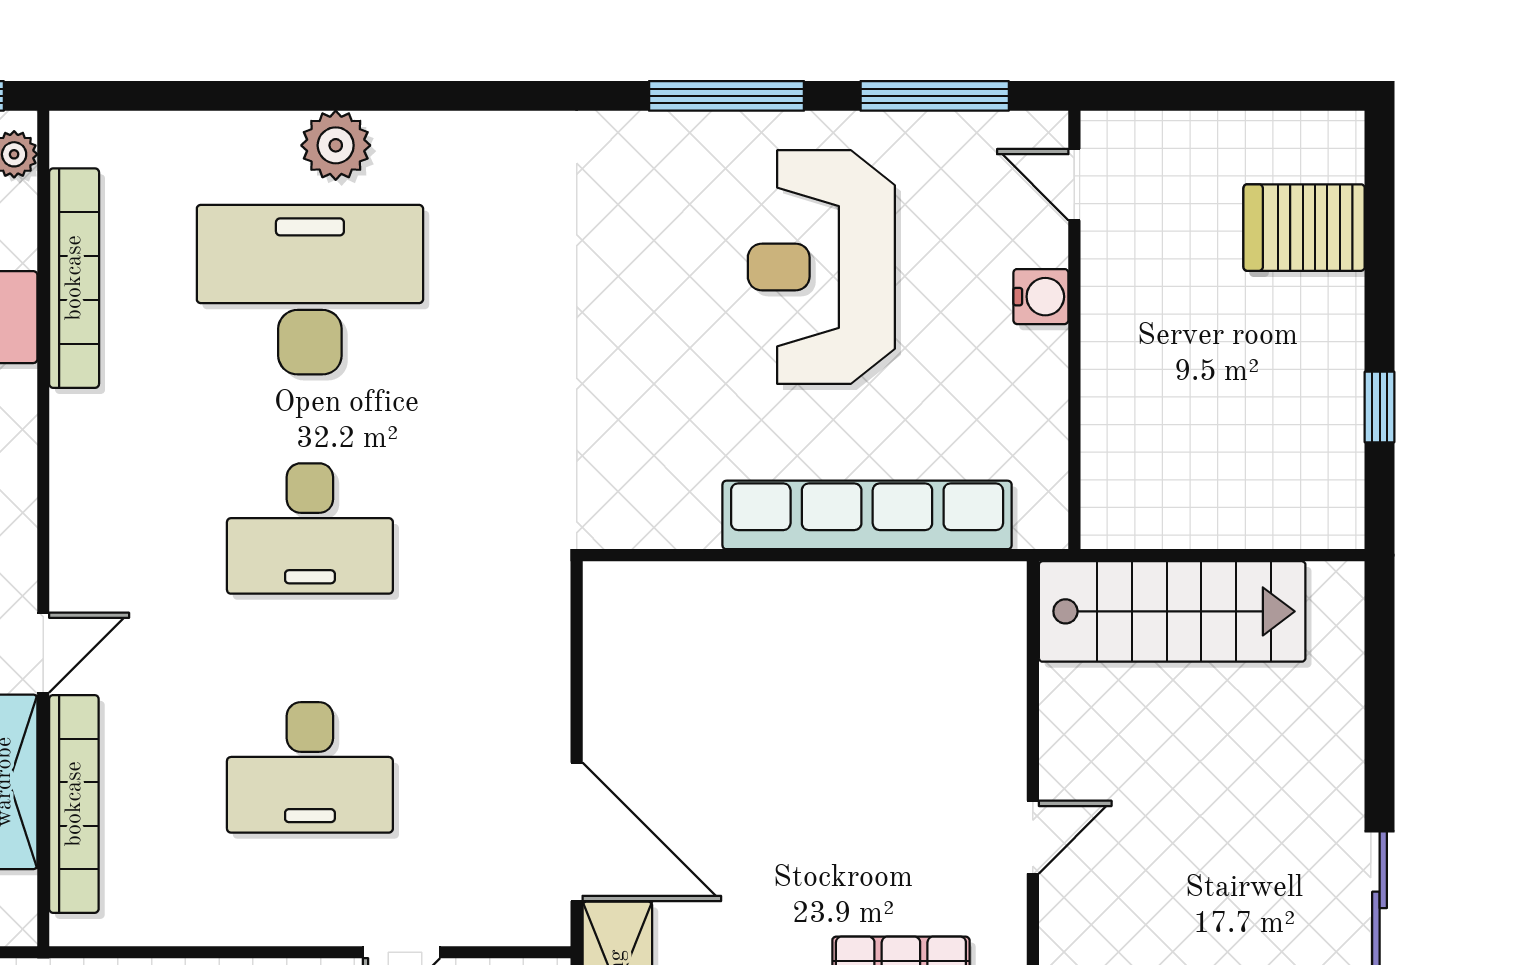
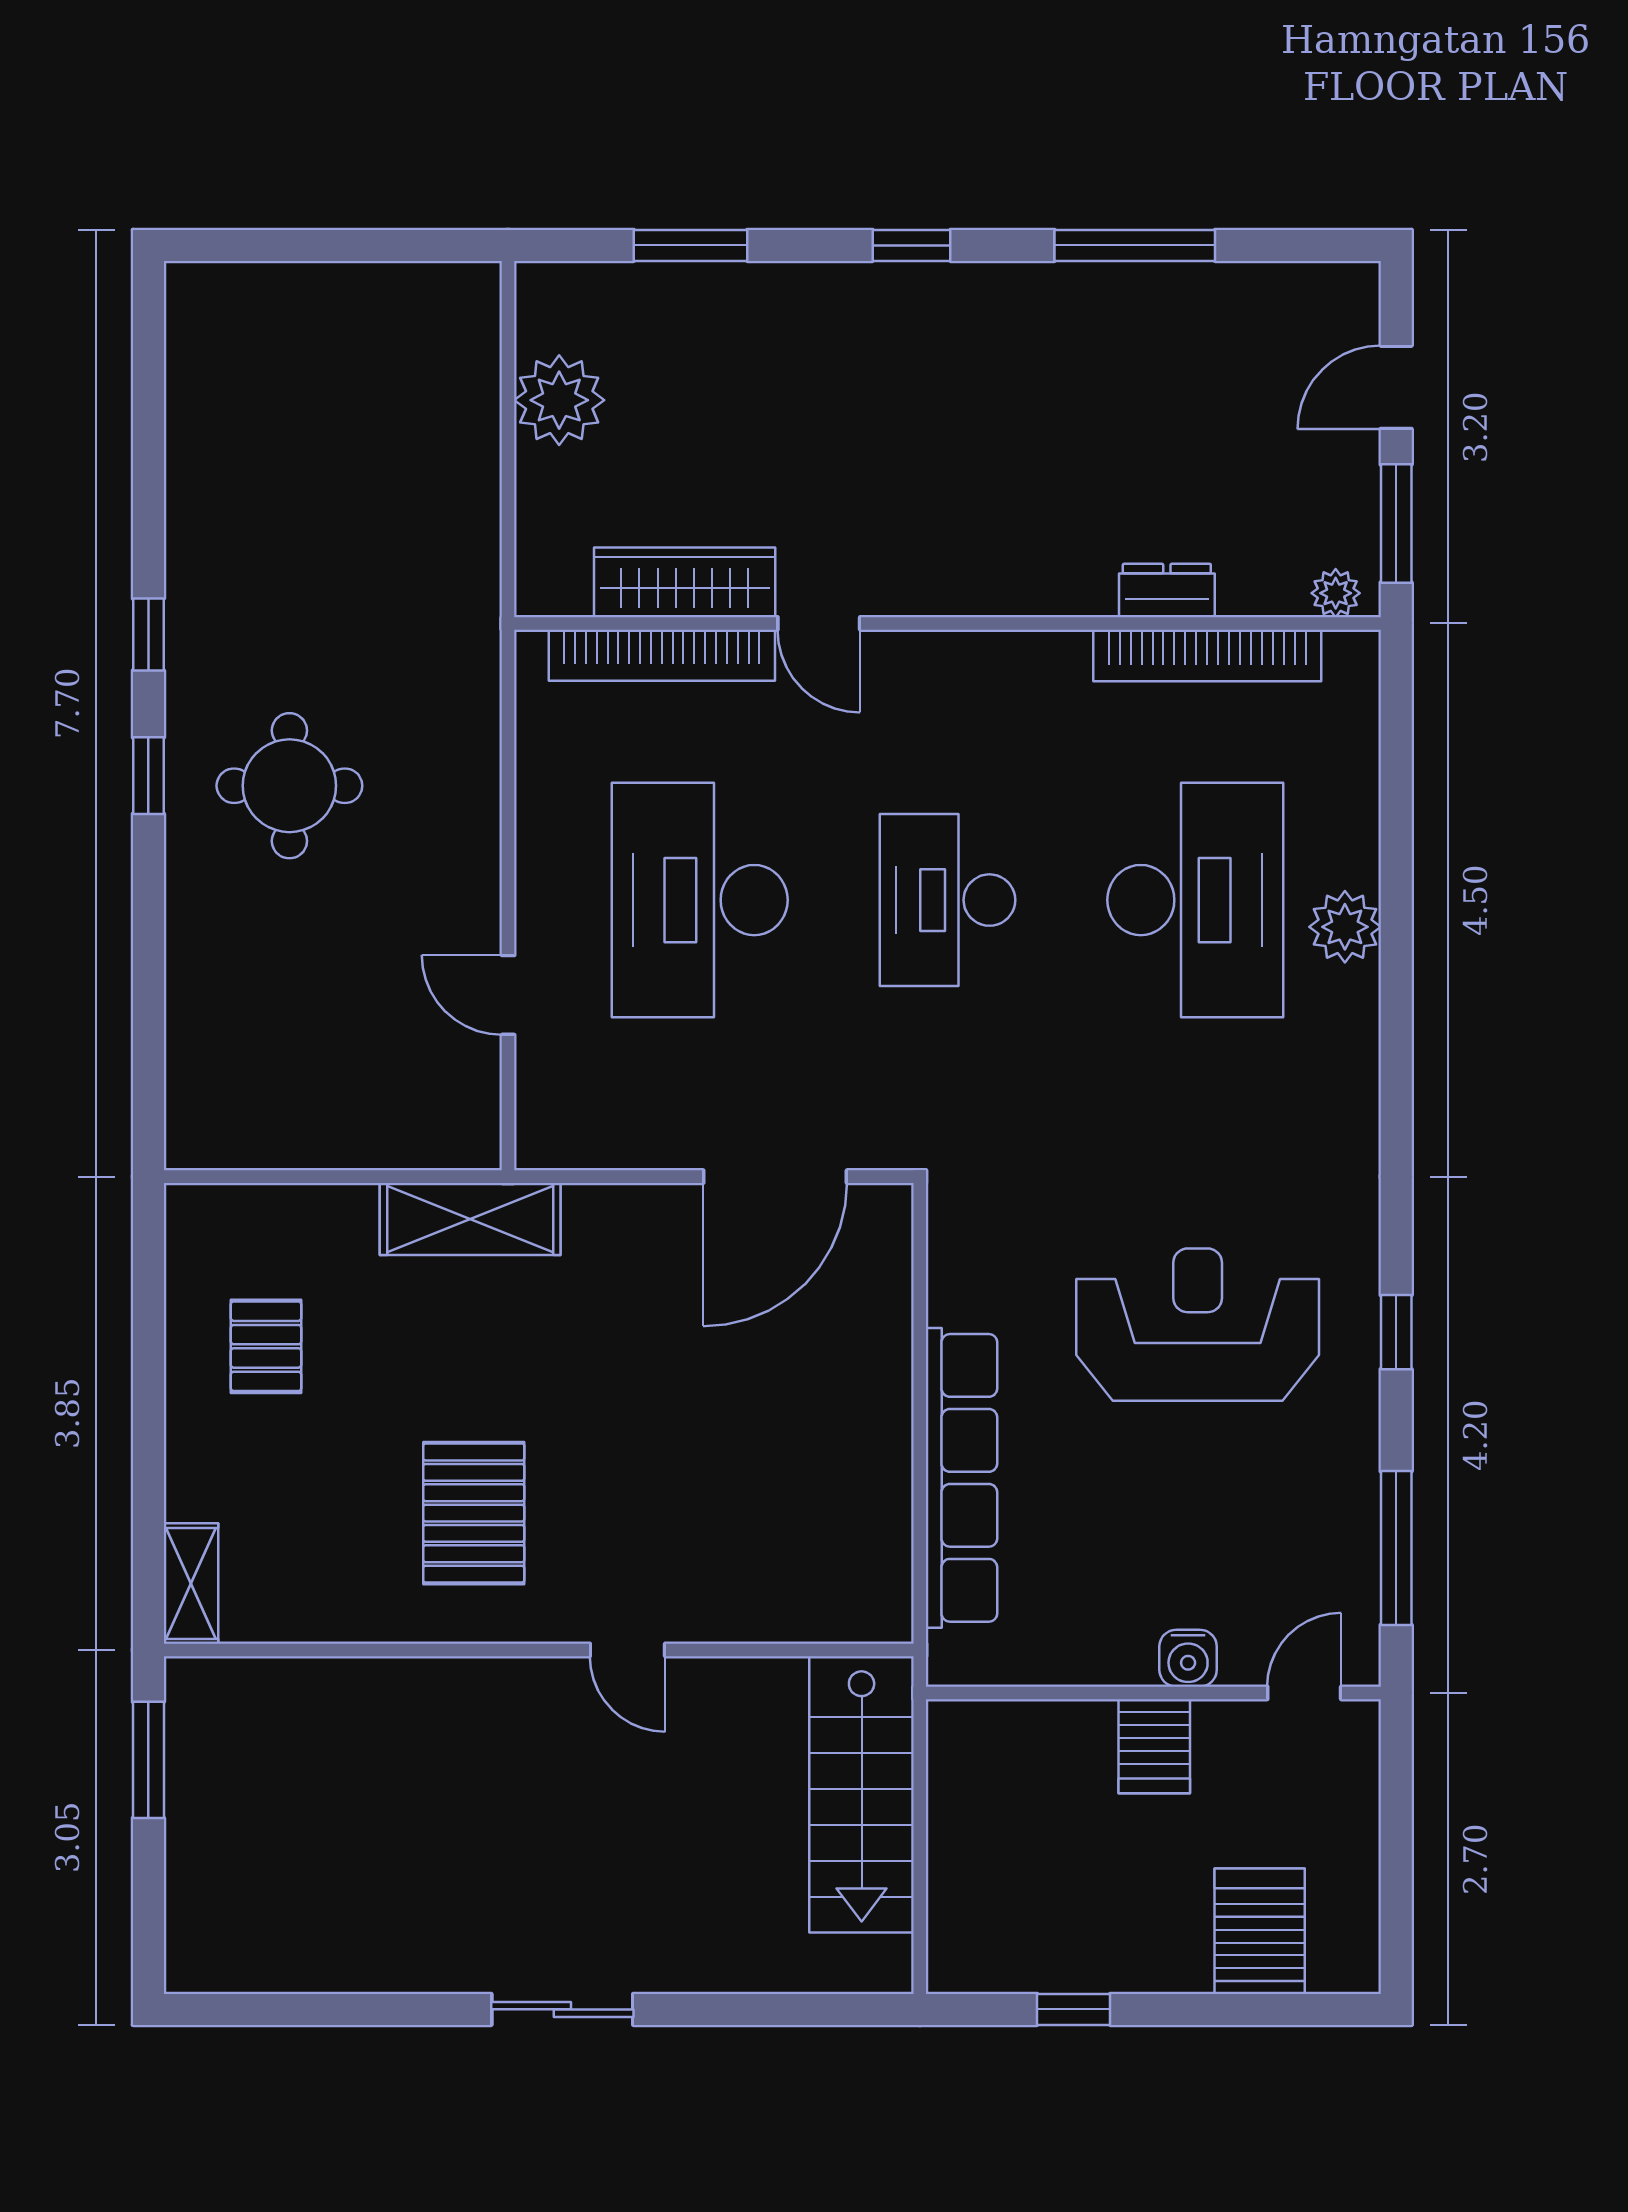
window: (726, 96) -> (1396, 1332), width x0.46
reception desk: (821, 267) -> (1198, 1325), moved
server rack: (1126, 329) -> (1154, 1746), added
desk: (310, 767) -> (700, 900), width x1.36, depth x1.30
door: (577, 832) -> (775, 1177), moved

